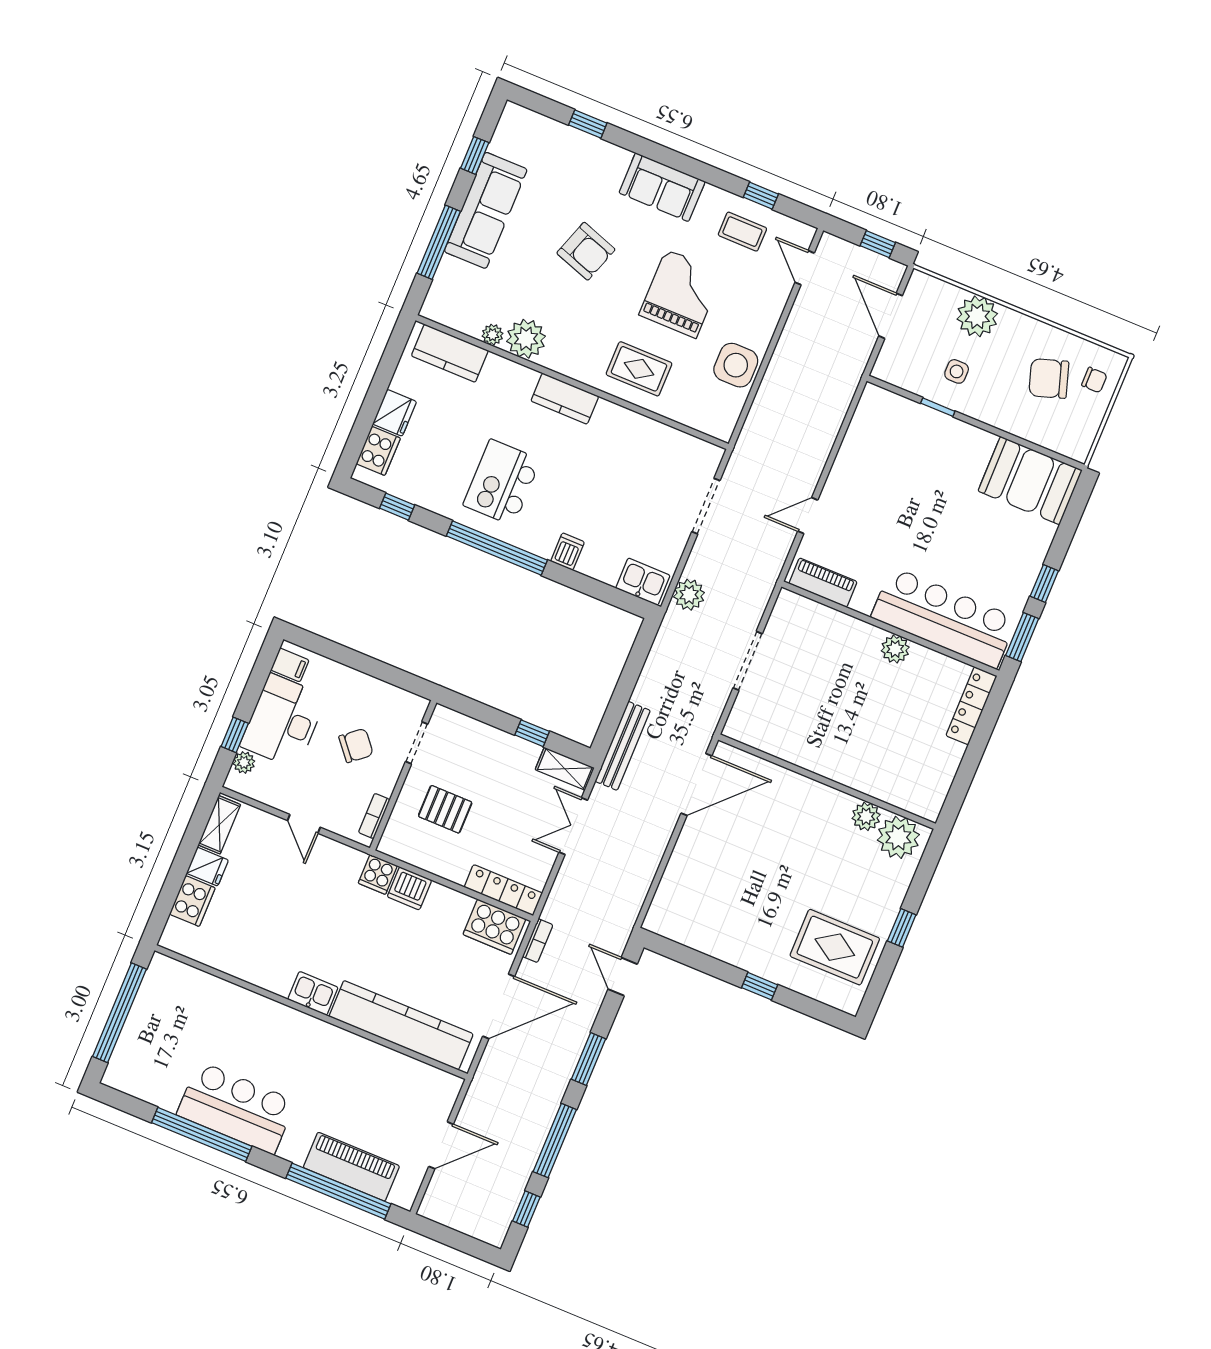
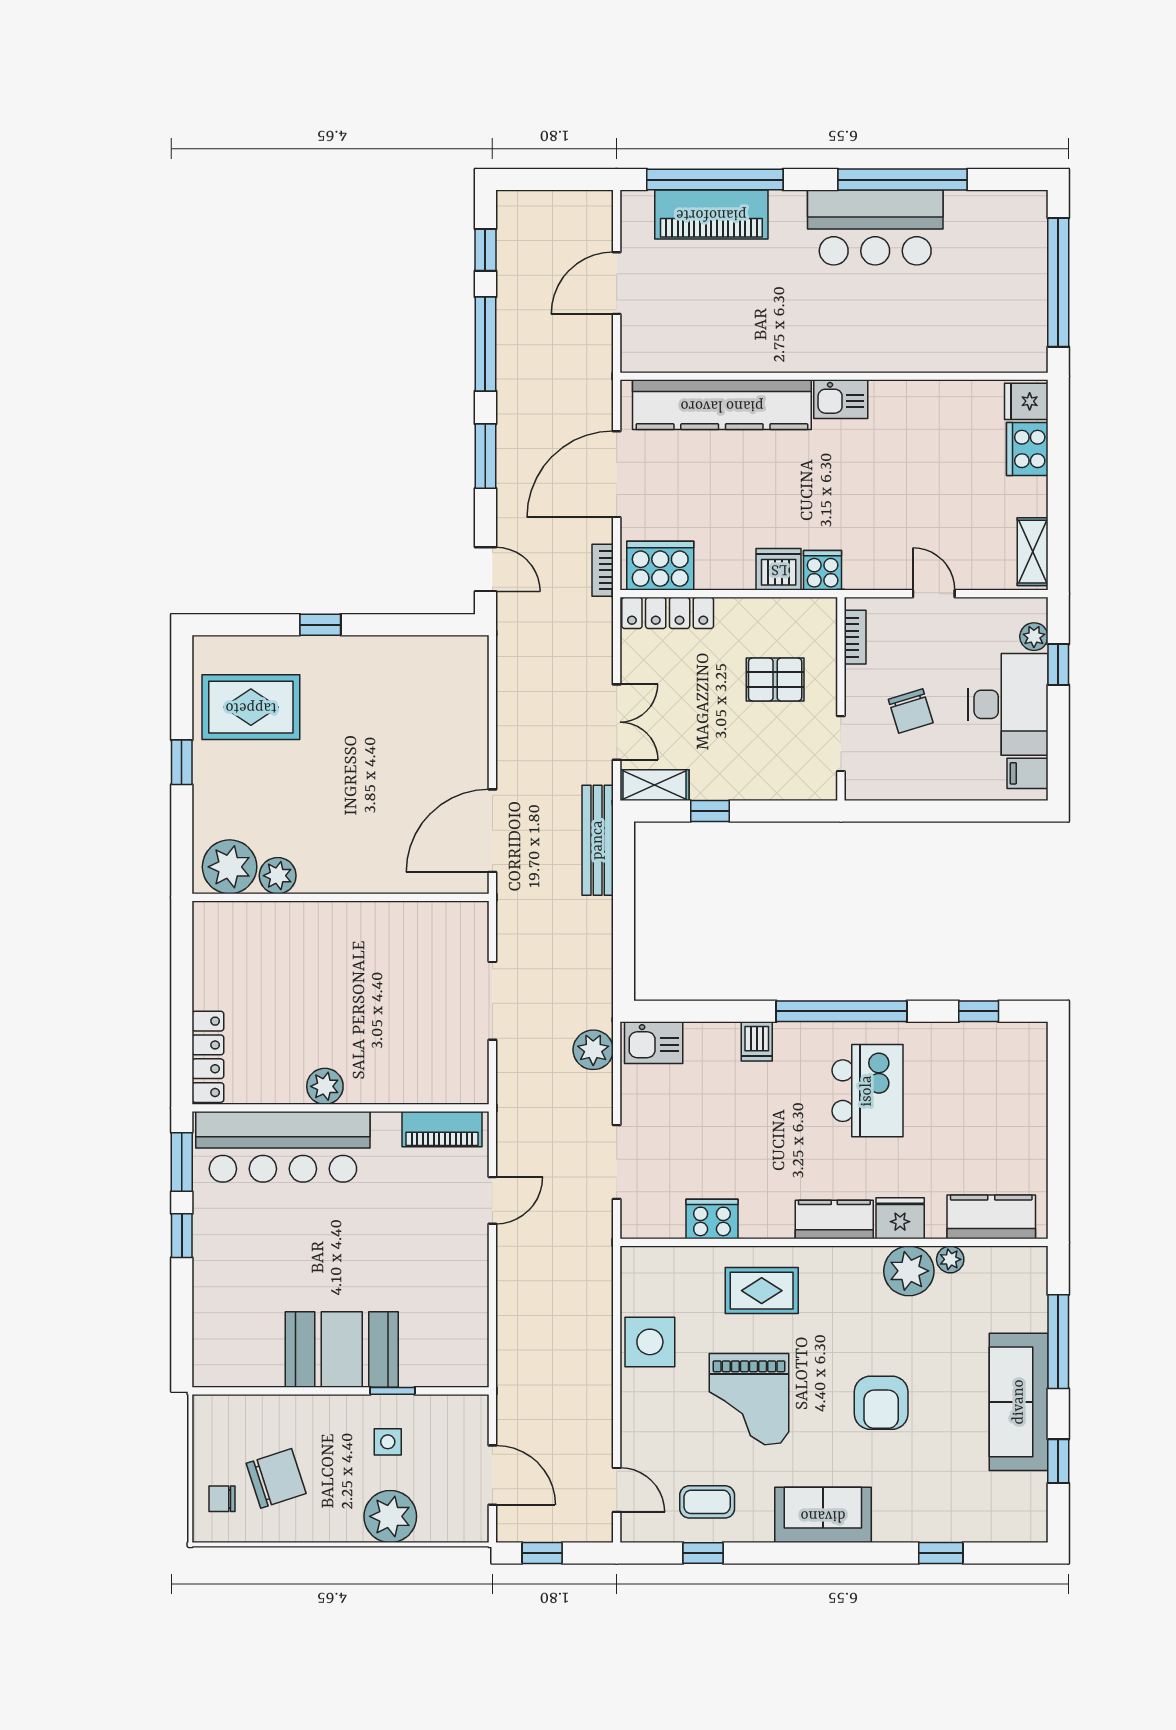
armchair: (586, 251) -> (881, 1403), turned -109
fridge: (395, 413) -> (900, 1218), moved, turned 90
cooker: (378, 451) -> (712, 1219), moved, turned 90
booth: (1030, 481) -> (342, 1350), moved
chair: (356, 745) -> (911, 711), turned -67
fridge: (207, 867) -> (1026, 401), moved

